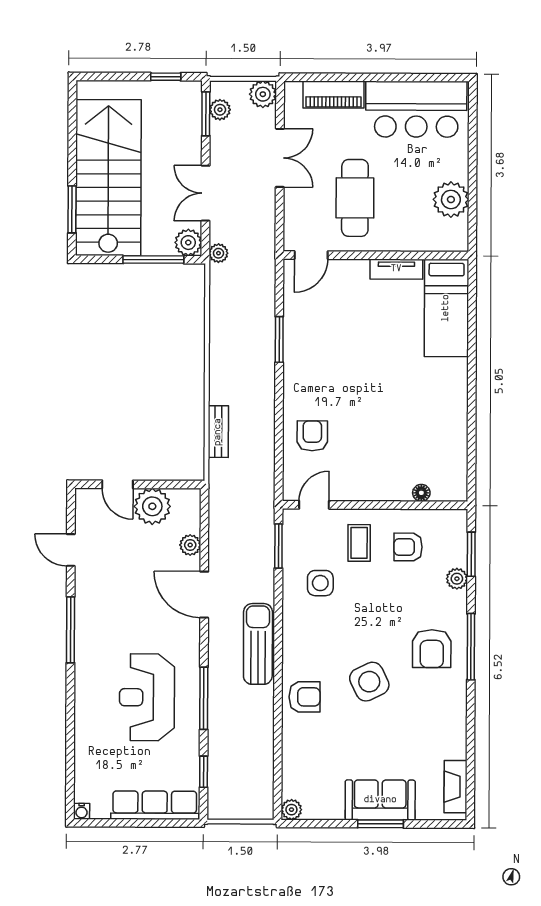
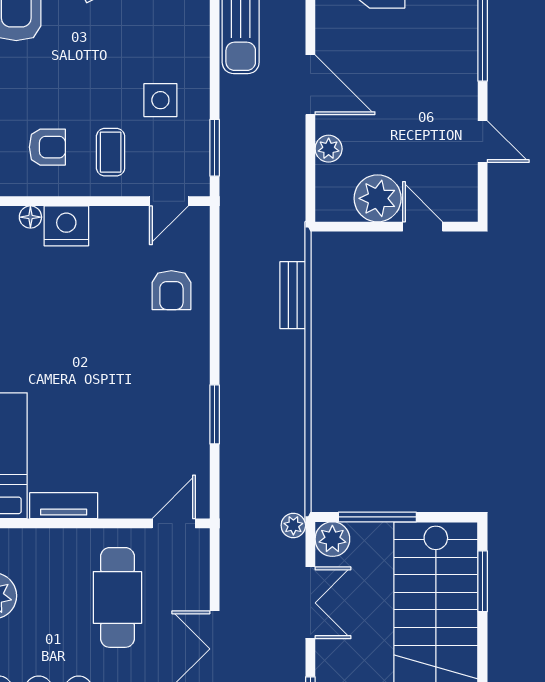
nightstand: (394, 486) -> (66, 226), added

